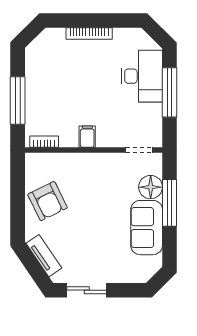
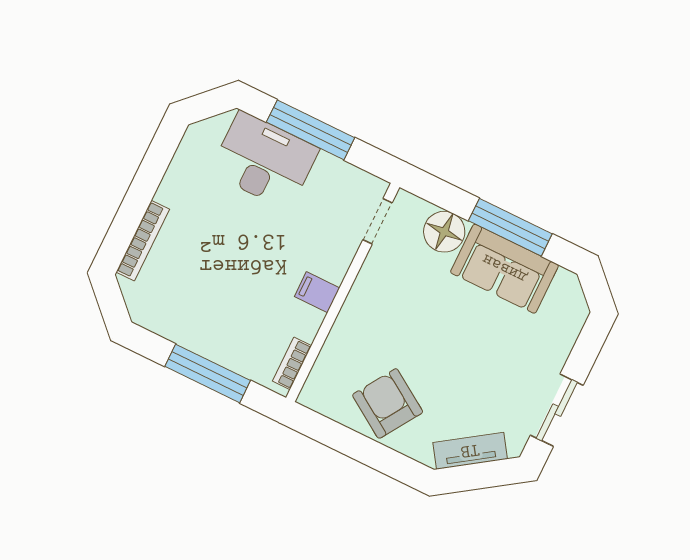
bookcase: (89, 34) -> (143, 241), moved
armchair: (47, 201) -> (388, 403), turned -121
window: (169, 203) -> (510, 227), moved

